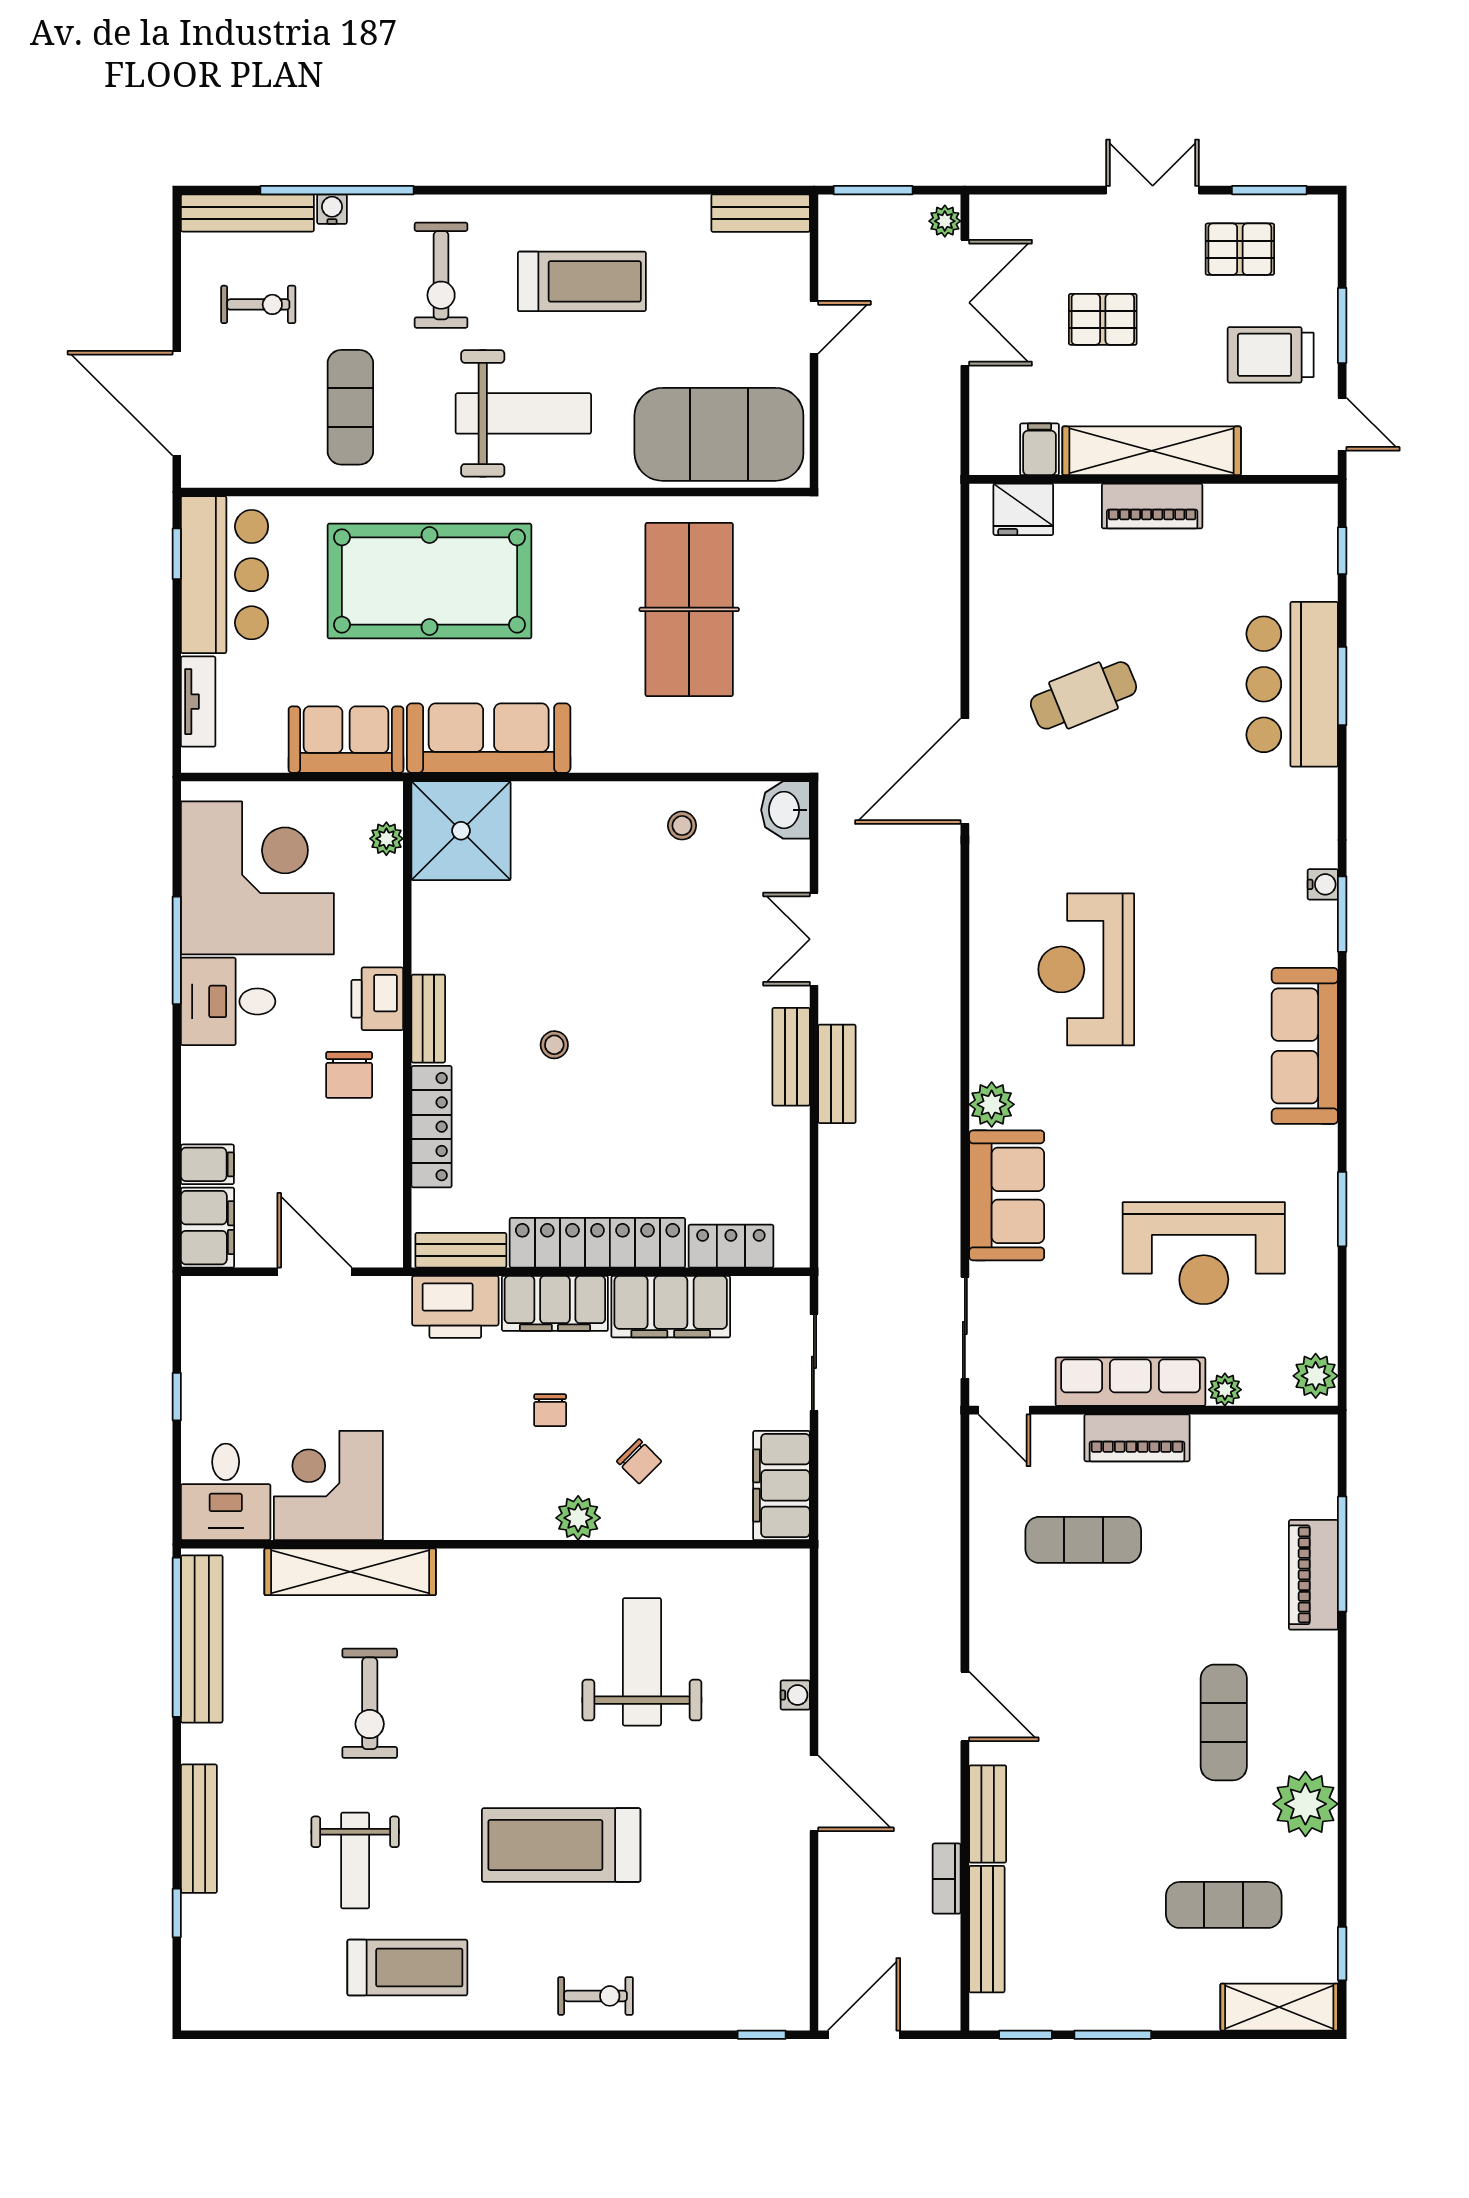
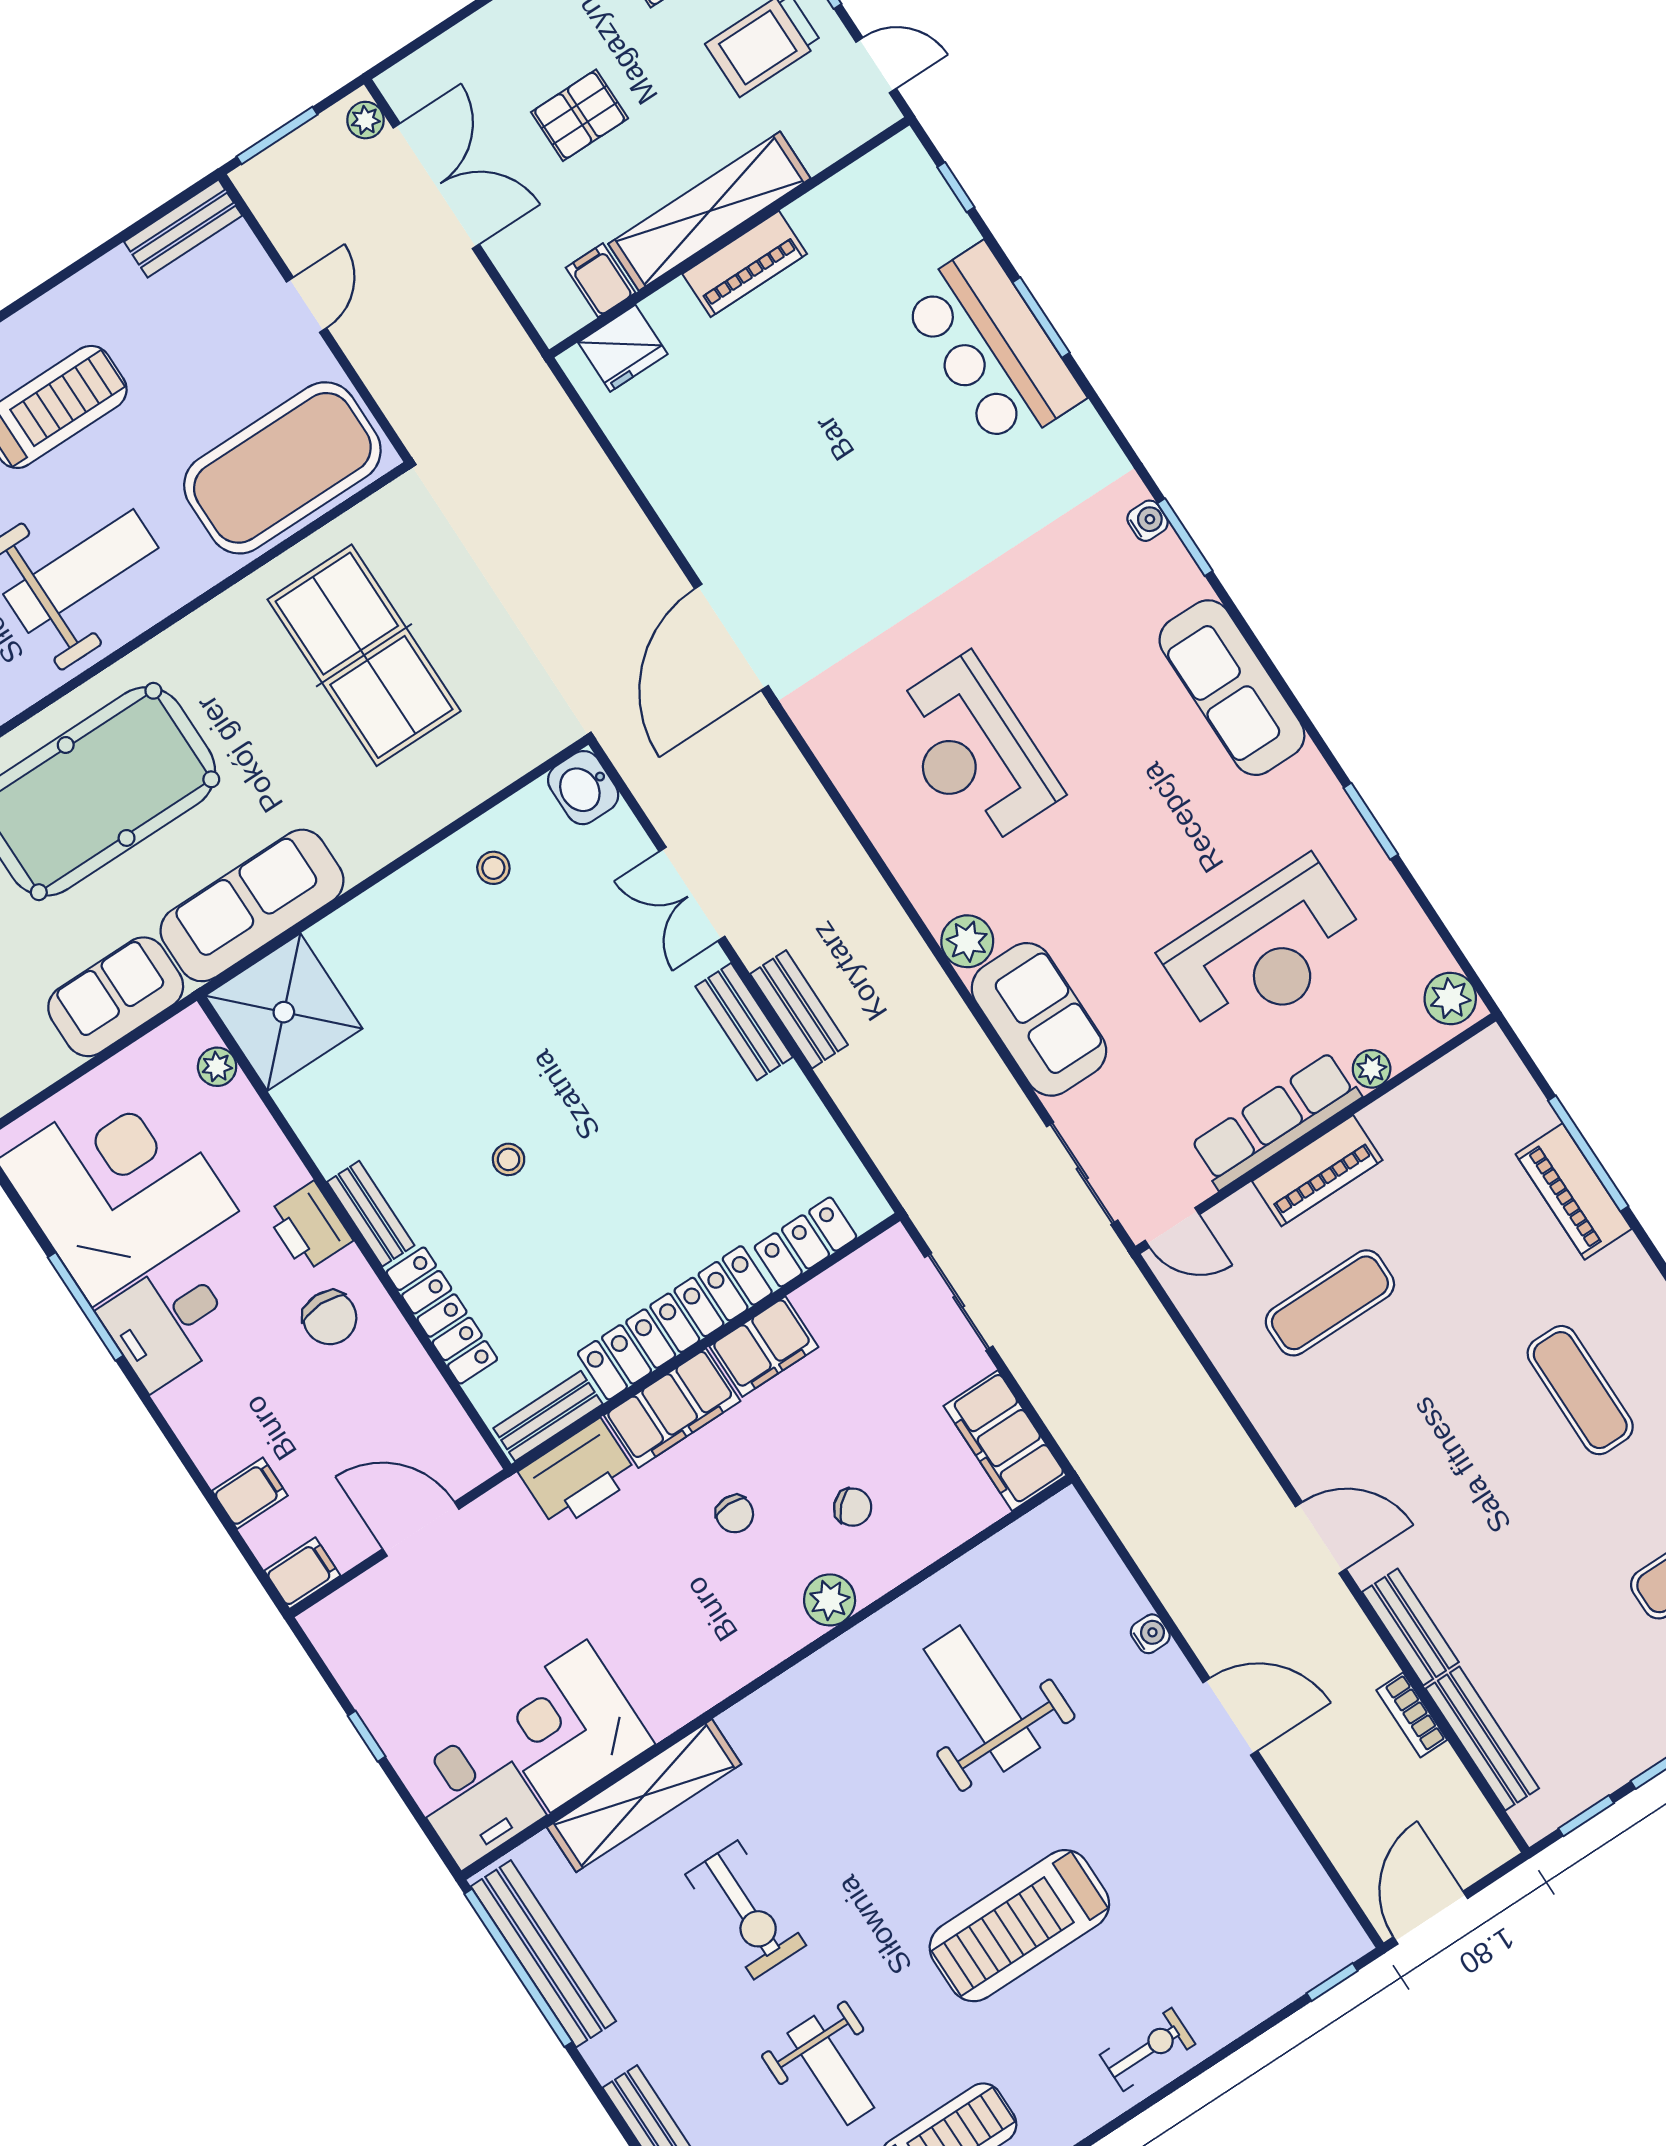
cafe table: (1083, 695) -> (798, 490), removed
filing cabinet: (208, 1228) -> (302, 1573), width x0.50
filing cabinet: (671, 1307) -> (764, 1347), width x0.67, depth x0.86

